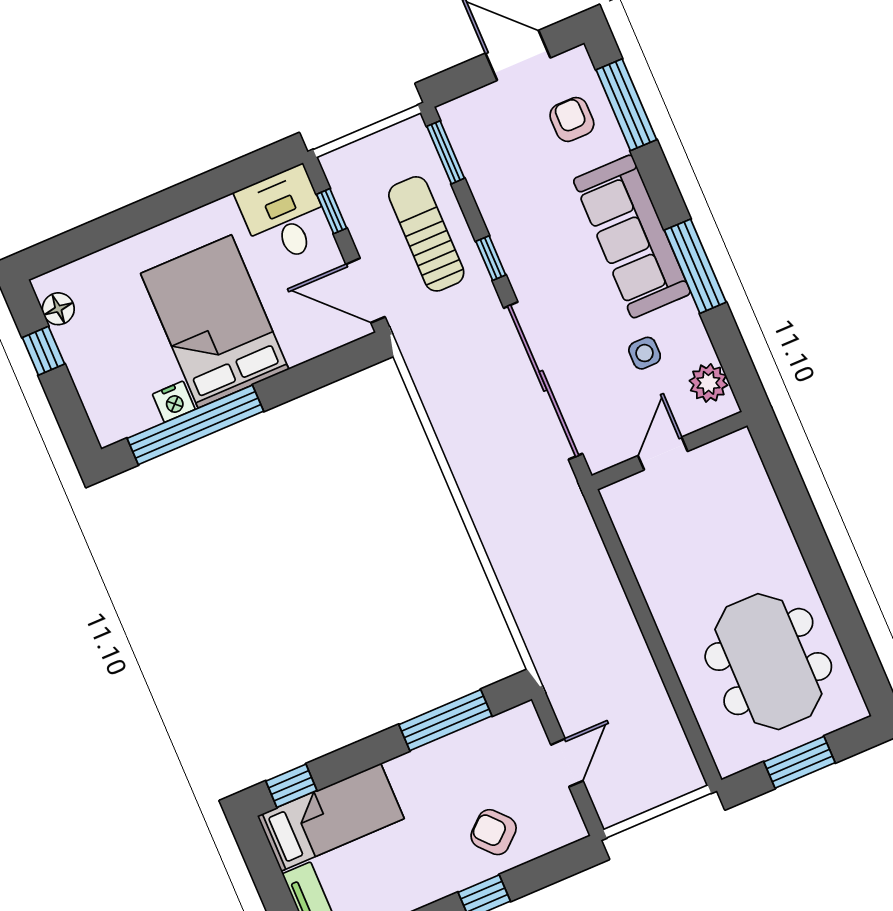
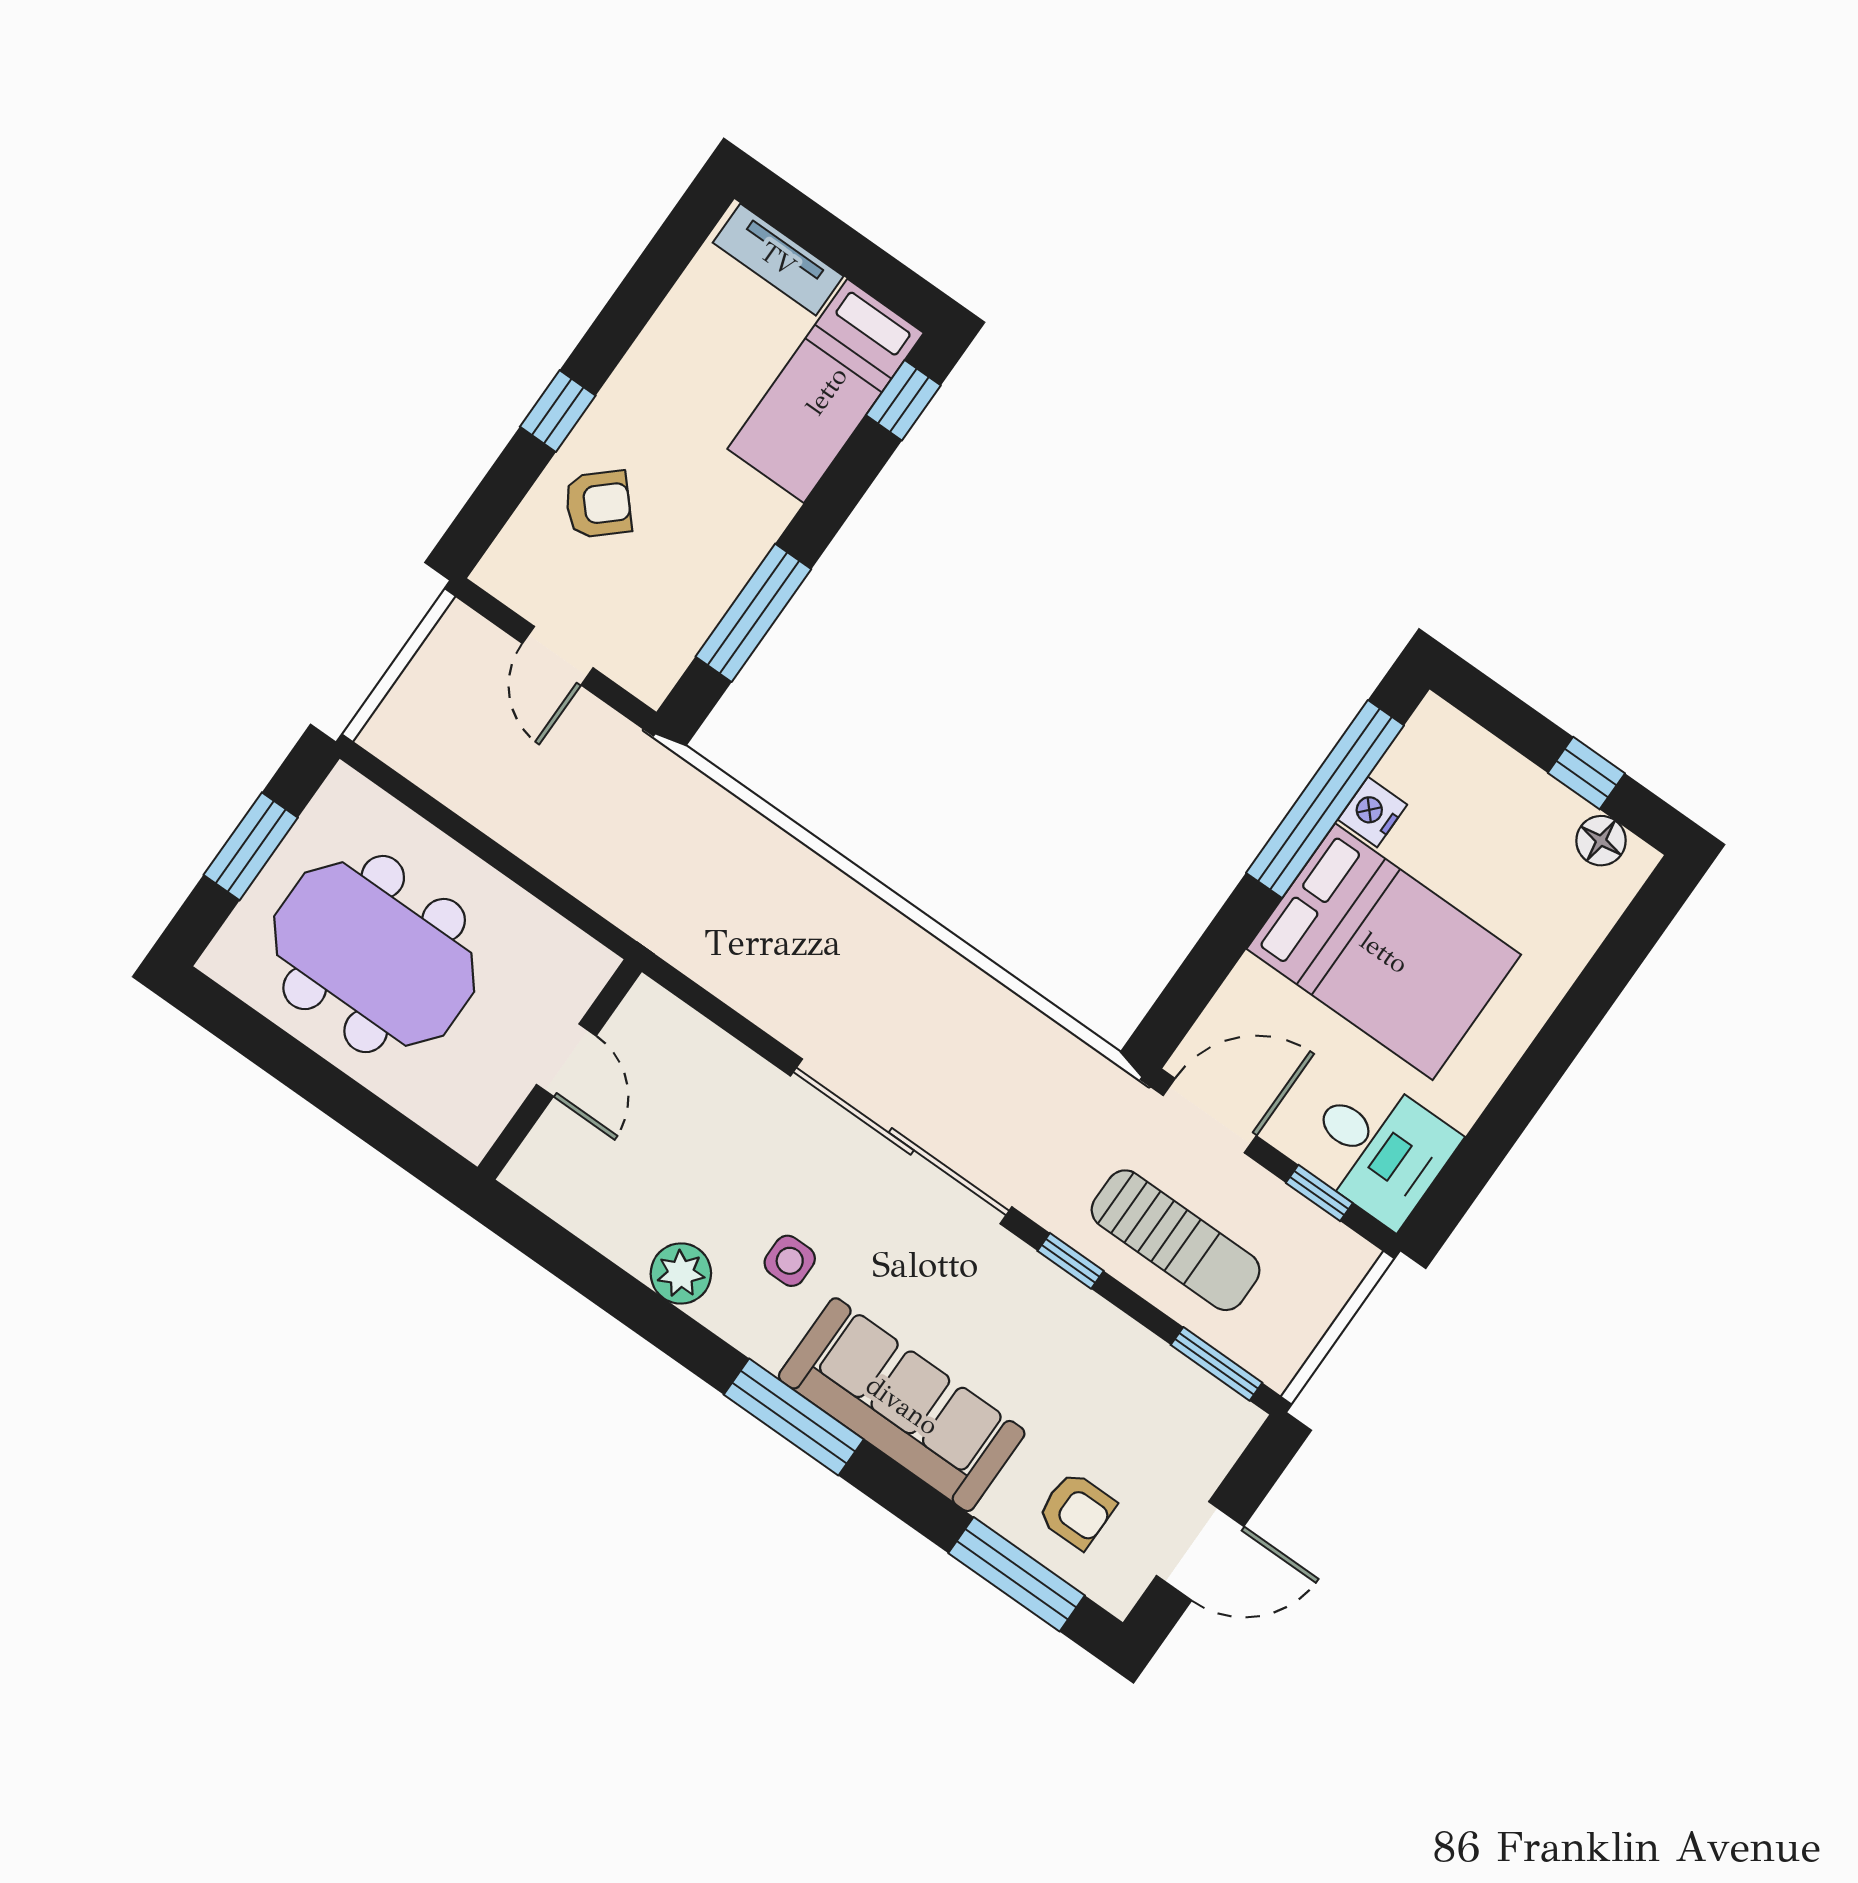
wall: (670, 451) -> (560, 1069), moved
door: (663, 453) -> (566, 1060), moved

